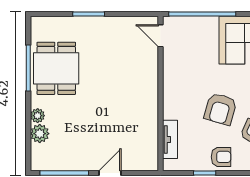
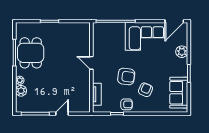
door: (161, 36) -> (91, 63), moved
armchair: (220, 109) -> (126, 76), turned -98

